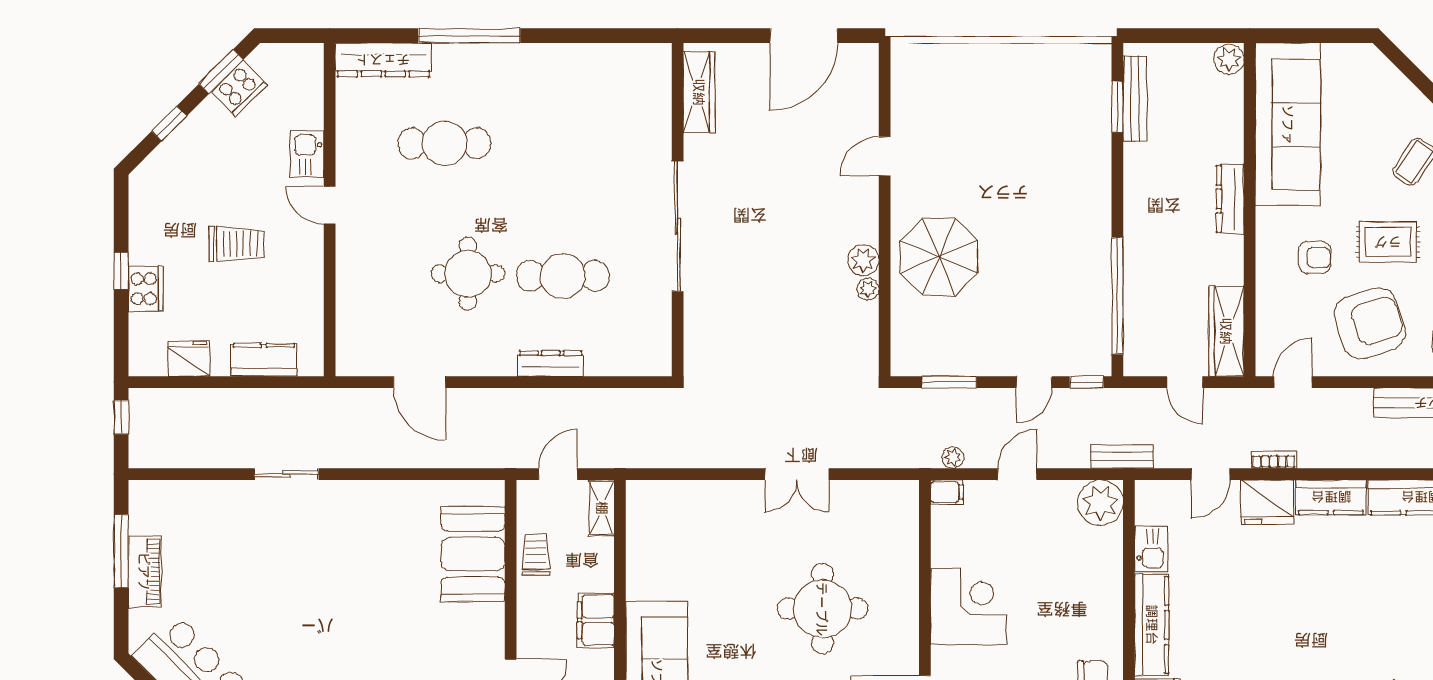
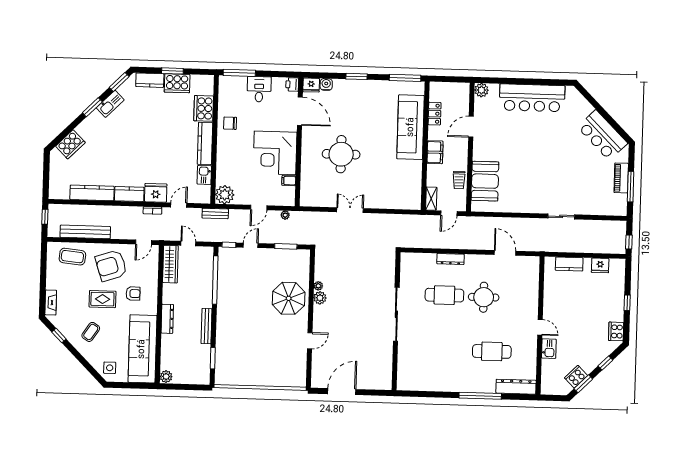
side table: (1366, 77) -> (110, 368), added
wardrobe: (699, 92) -> (386, 370), removed
bench: (1135, 99) -> (206, 326), moved
trolley: (237, 244) -> (579, 312), removed
armchair: (1315, 257) -> (133, 294), turned 180
cooker: (146, 289) -> (616, 331), moved
filing cabinet: (947, 492) -> (289, 181), moved
corner desk: (968, 607) -> (275, 153), width x1.36, depth x1.36

